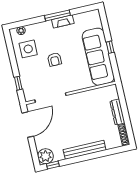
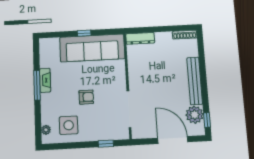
dresser: (117, 112) -> (140, 38), moved
door: (28, 125) -> (173, 140), moved
plant: (46, 156) -> (195, 115), moved

